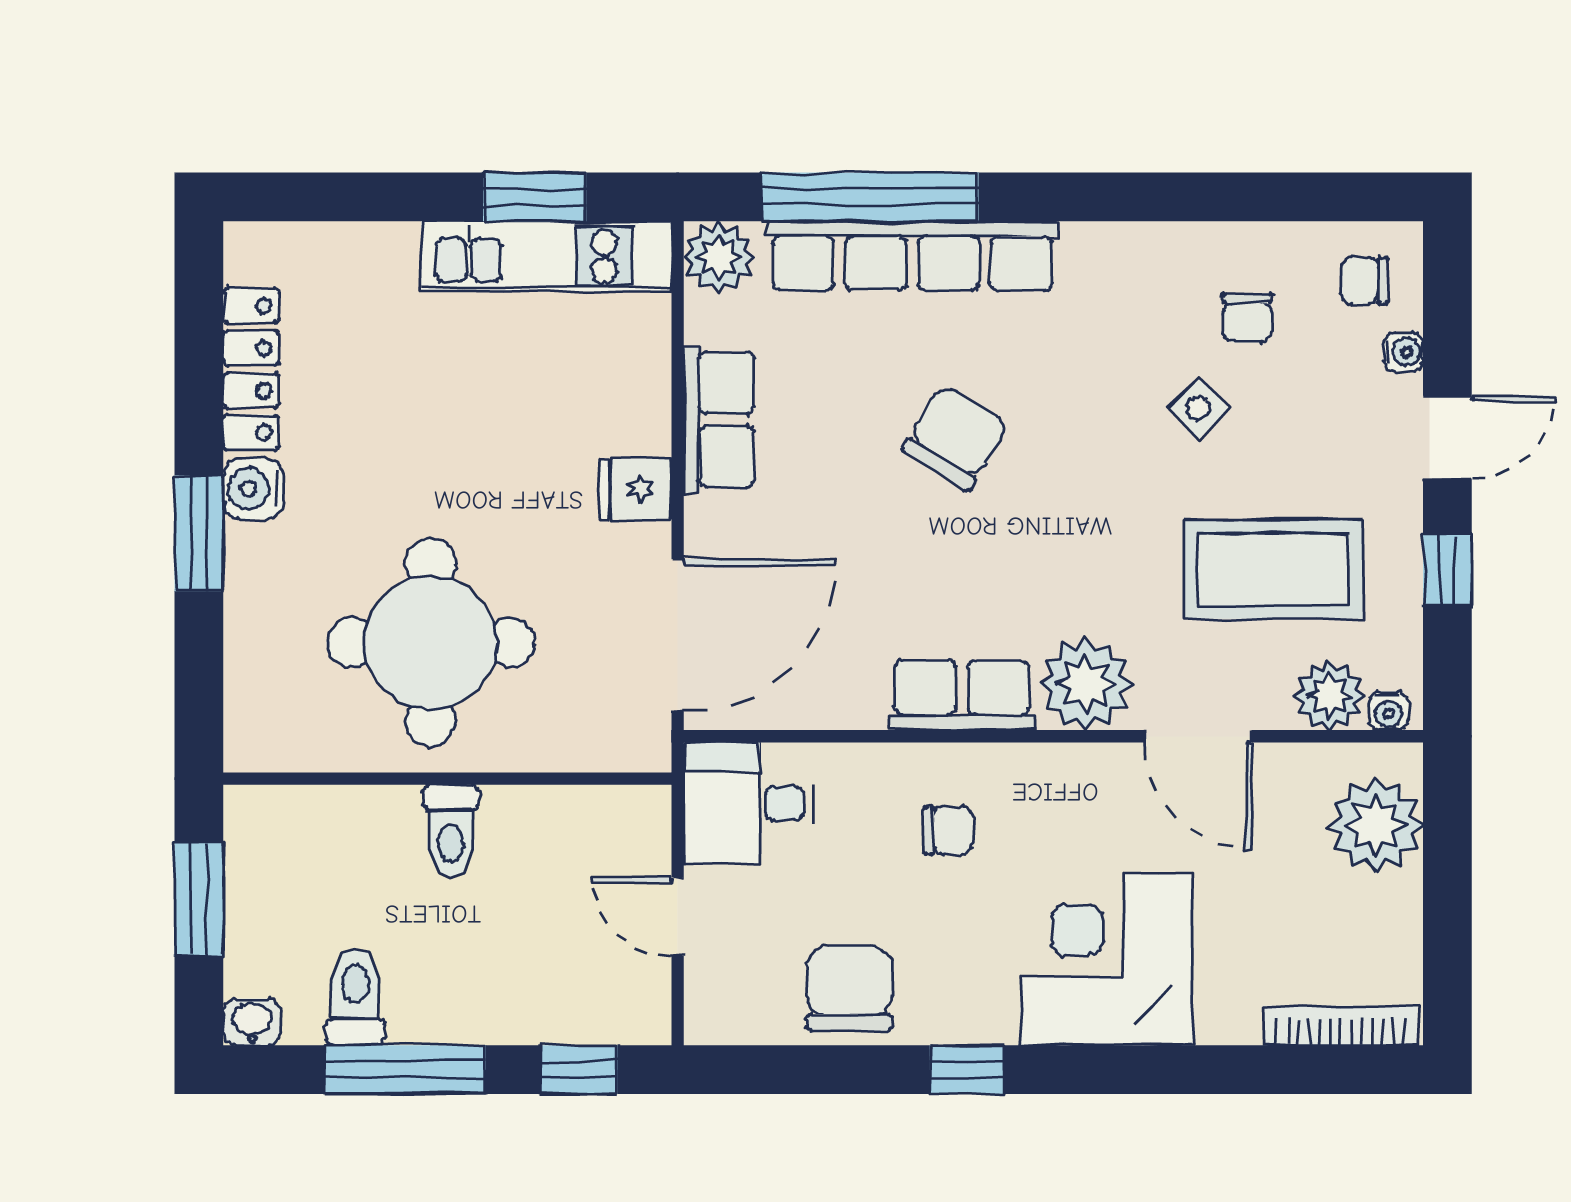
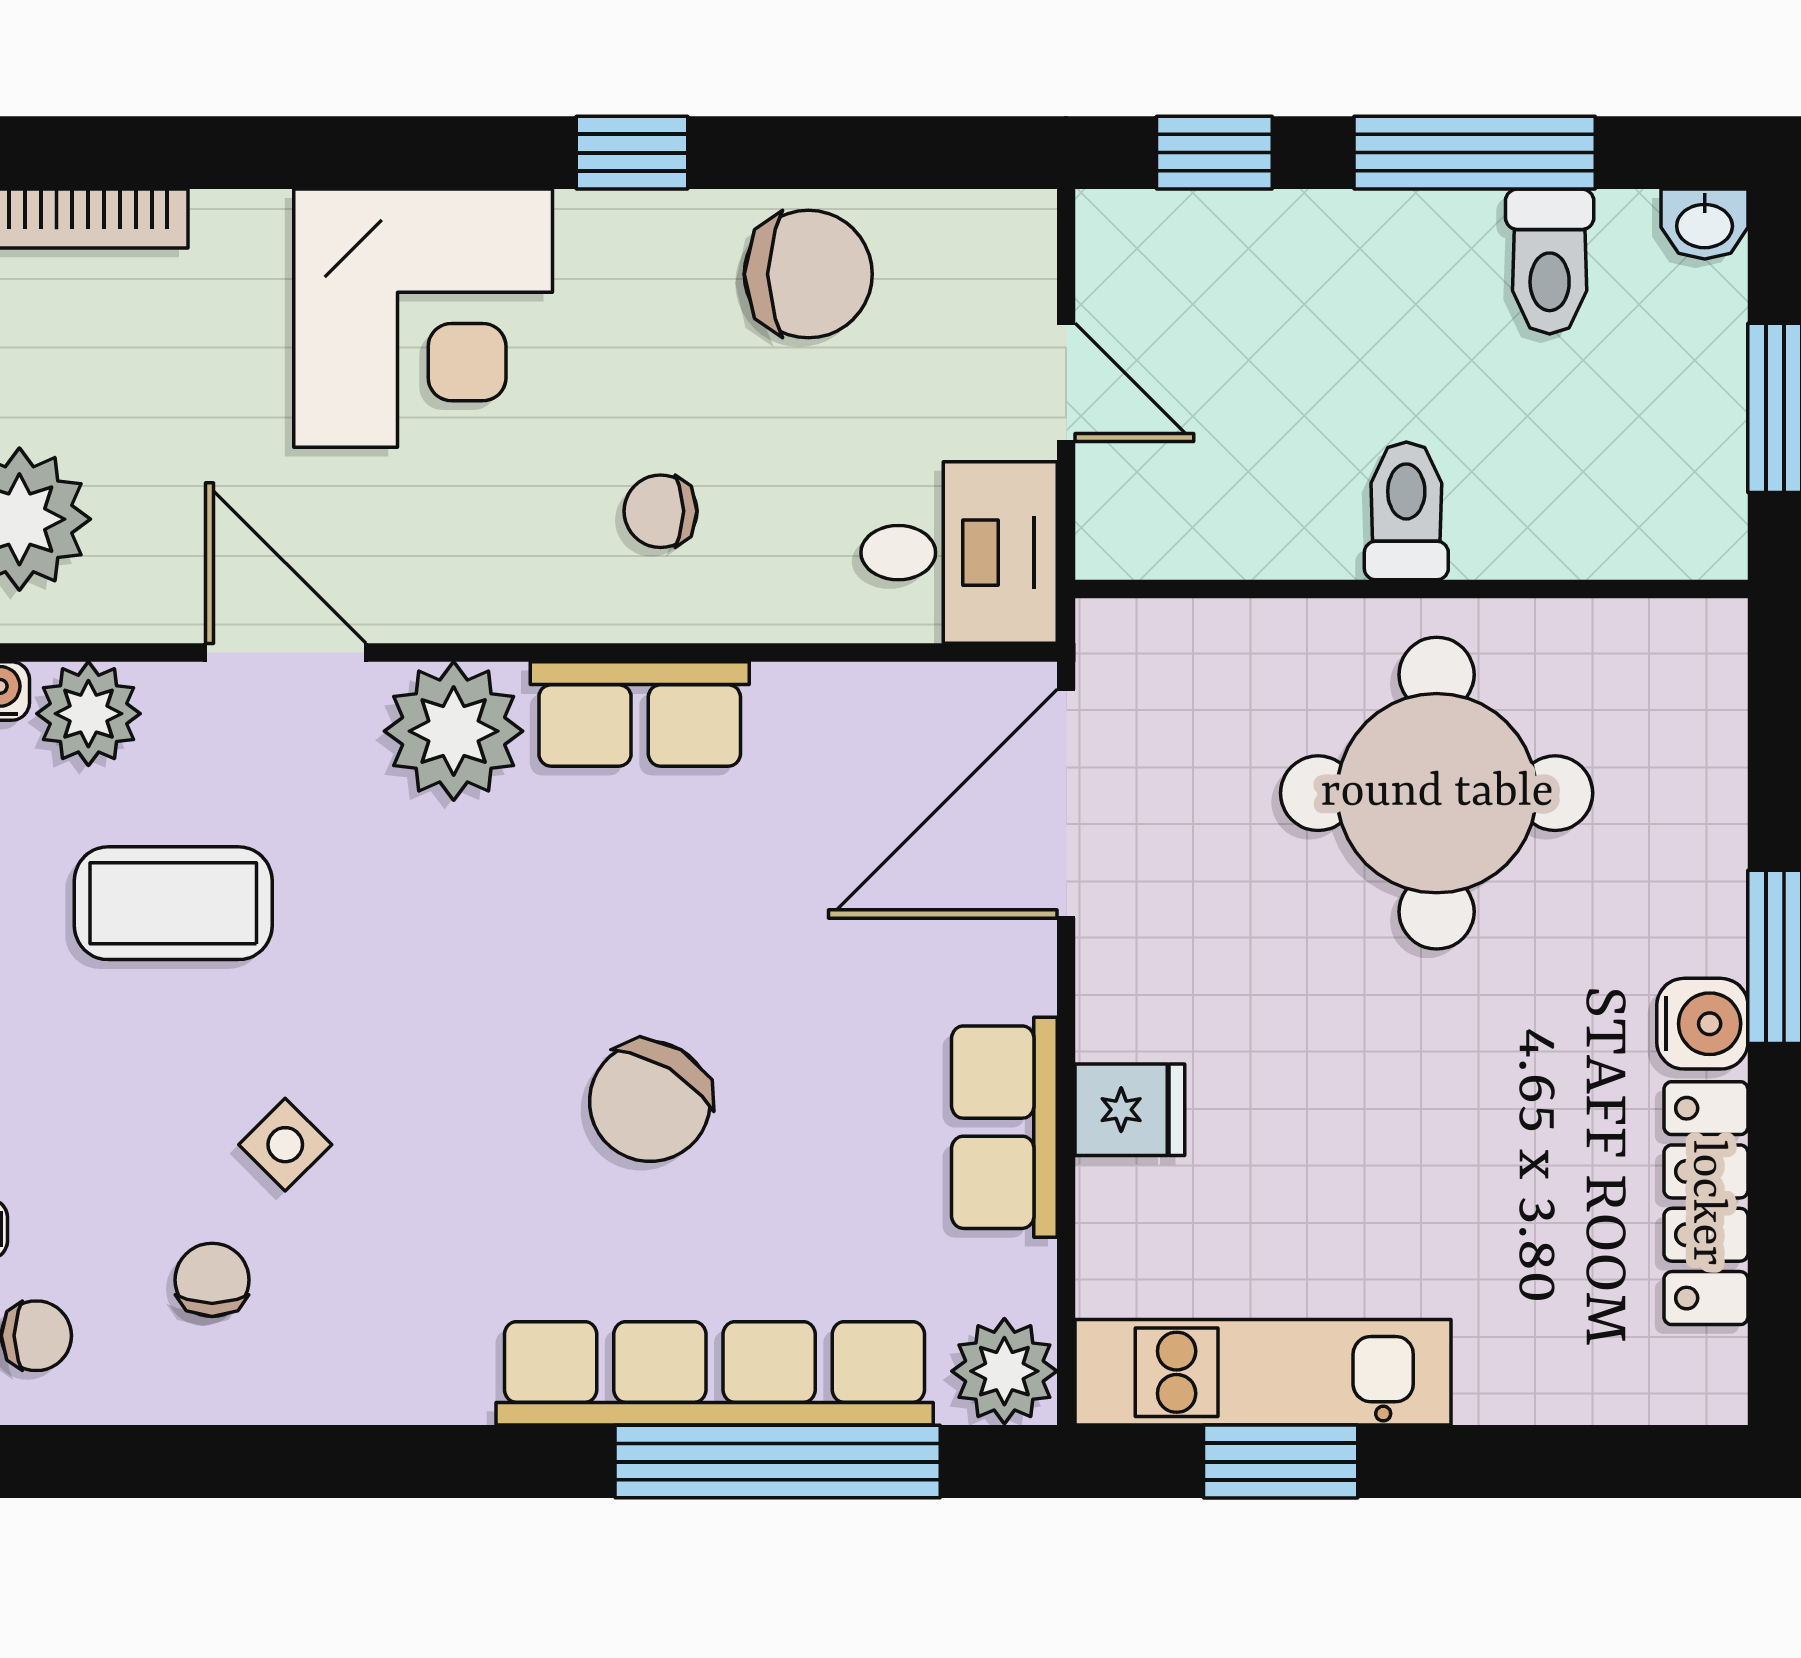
fridge: (635, 489) -> (1130, 1110), moved
coffee table: (1273, 569) -> (173, 903), width x0.73, depth x0.76
chair: (850, 989) -> (808, 274), turned -90

